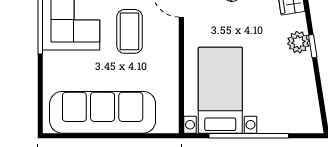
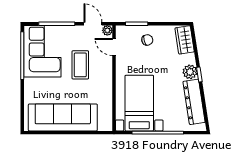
dresser: (305, 88) -> (194, 102), added

